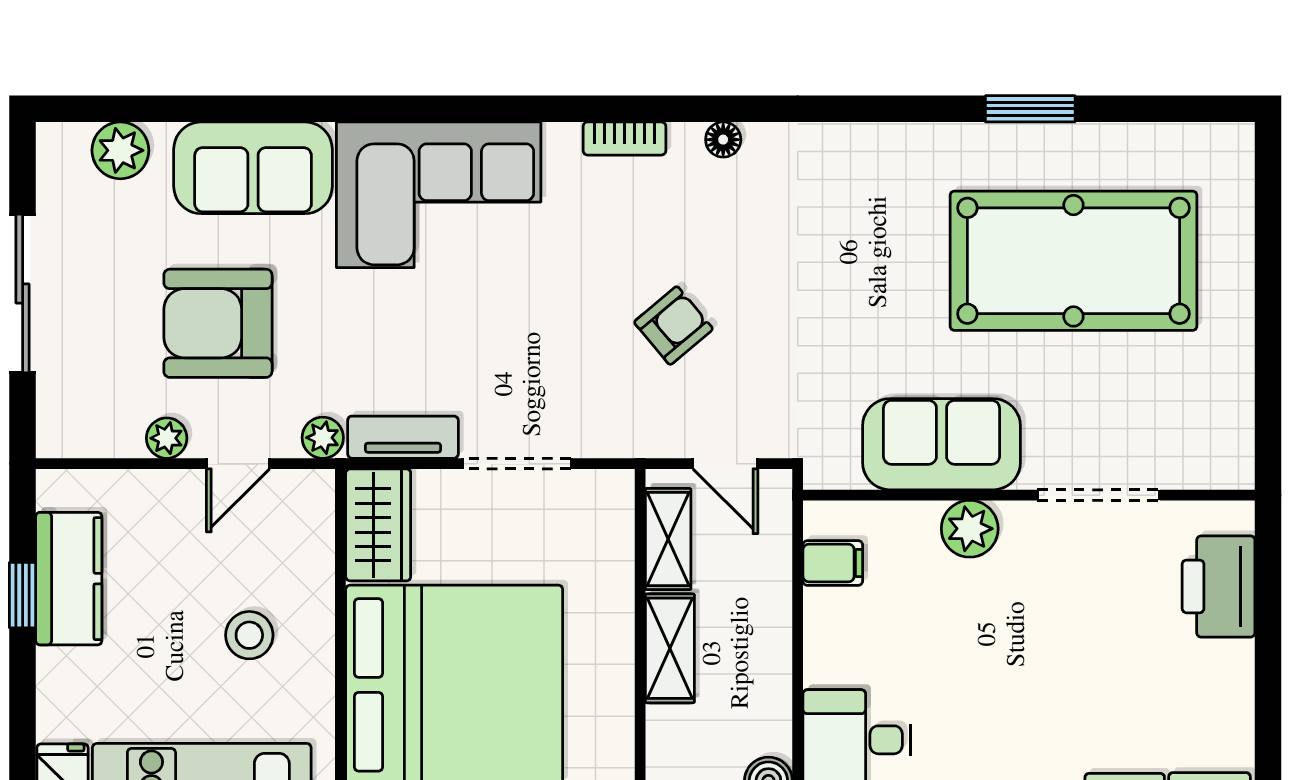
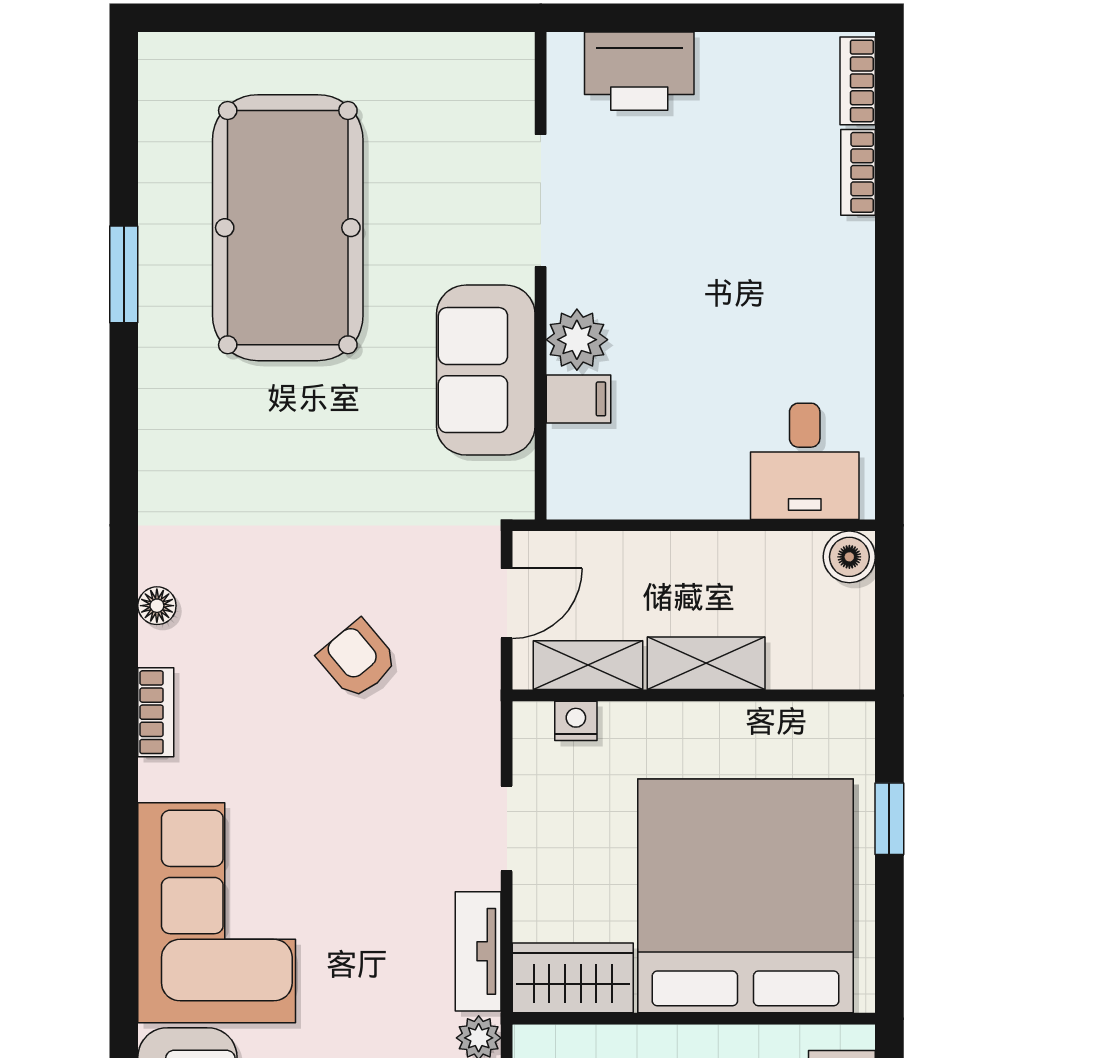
doorway: (517, 464) -> (507, 829), width x0.73
nightstand: (616, 528) -> (576, 721), added
filing cabinet: (833, 563) -> (578, 399), moved, turned 90

